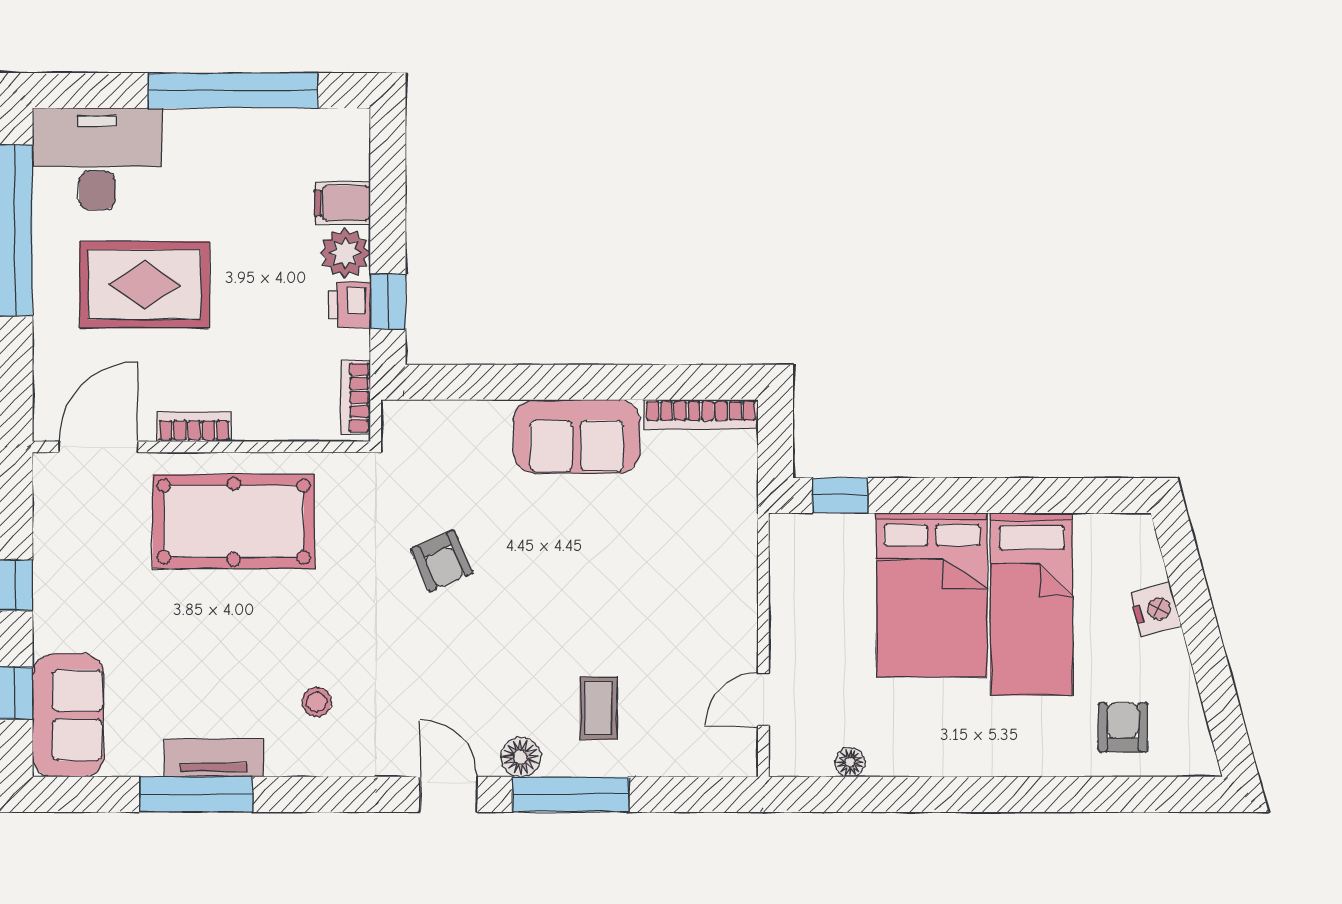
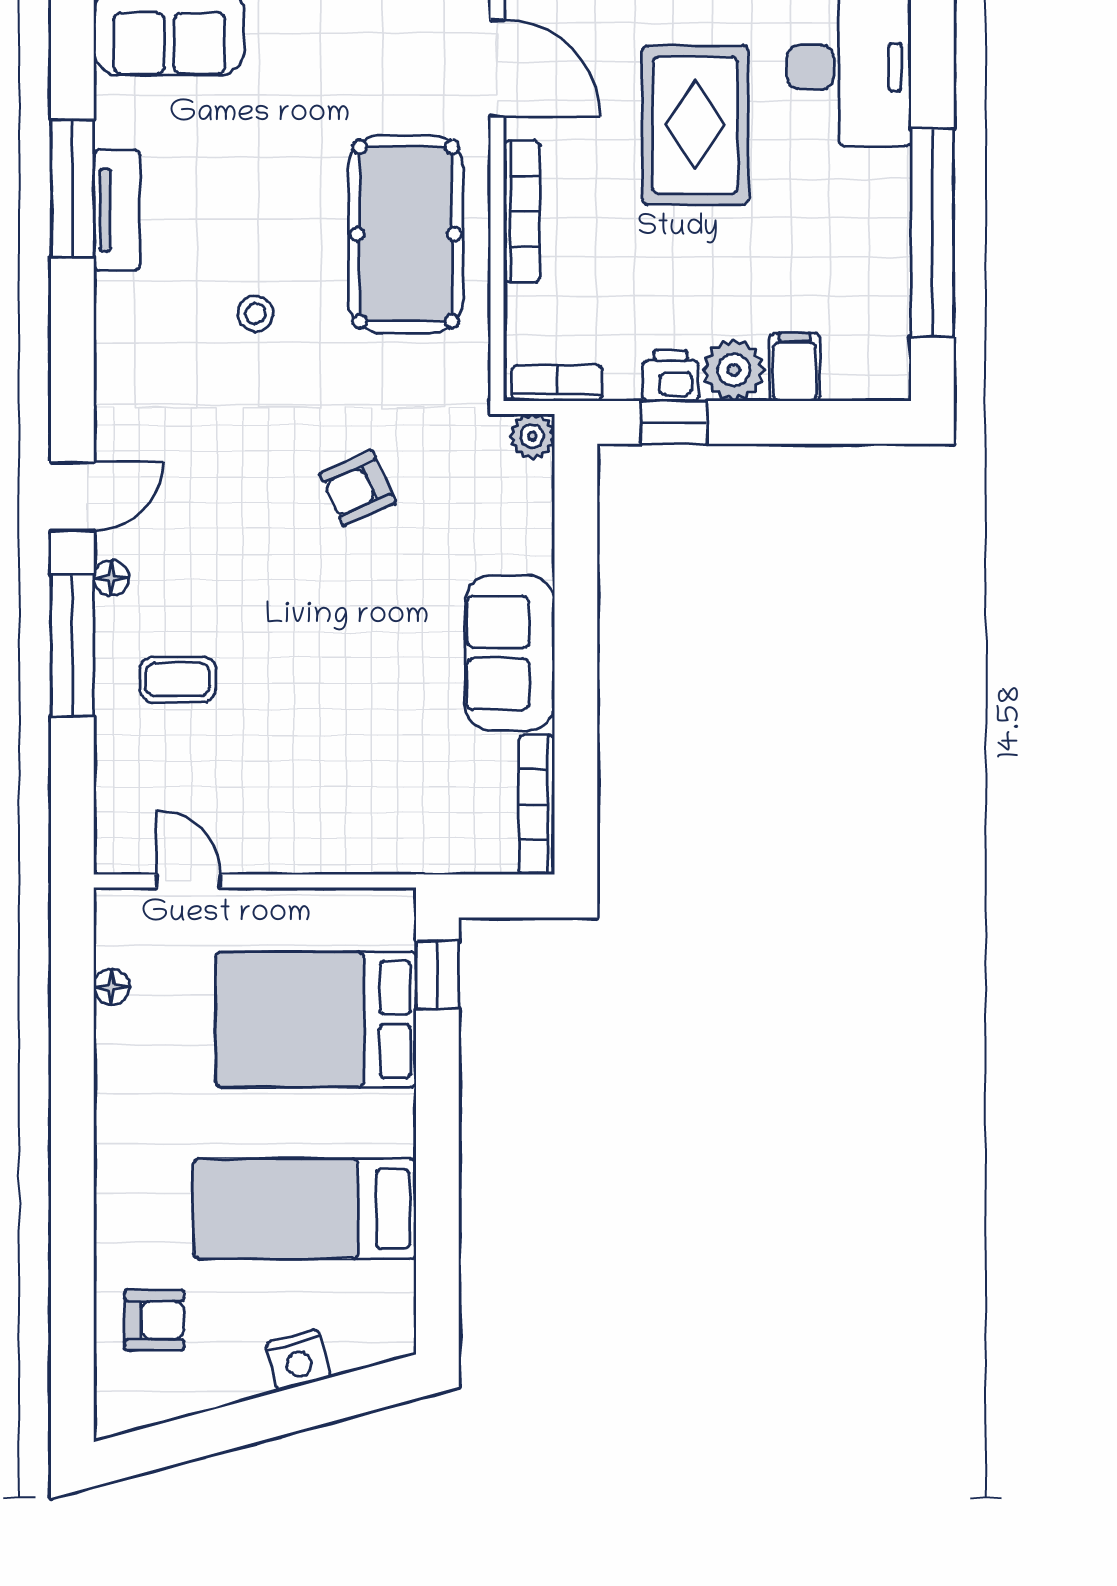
plant: (399, 418) -> (532, 436), added
bookcase: (194, 427) -> (522, 211), width x1.56
bed: (932, 595) -> (316, 1019), moved
stool: (317, 702) -> (255, 314), moved
floor lamp: (521, 757) -> (111, 578), width x0.73, depth x0.73

